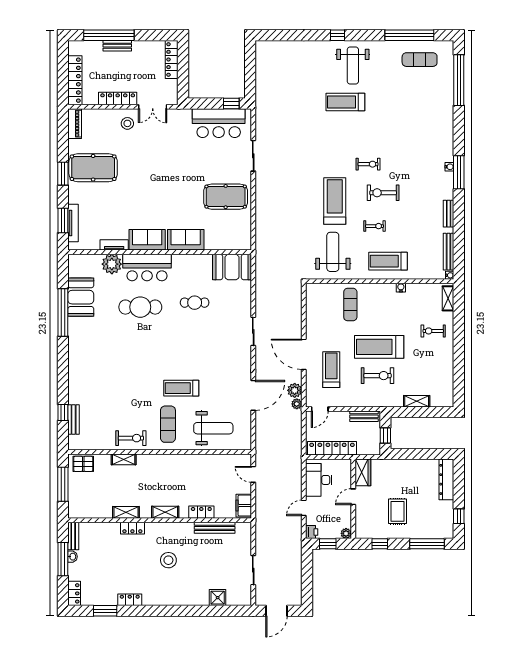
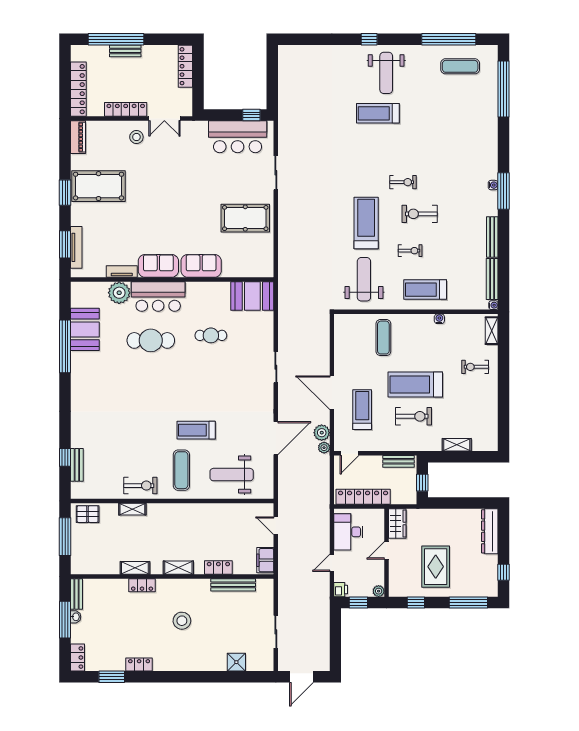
bench: (449, 214) -> (492, 237), width x1.36
weight bench: (213, 428) -> (232, 475), turned 180
rug: (398, 511) -> (436, 567), width x1.36, depth x1.43

